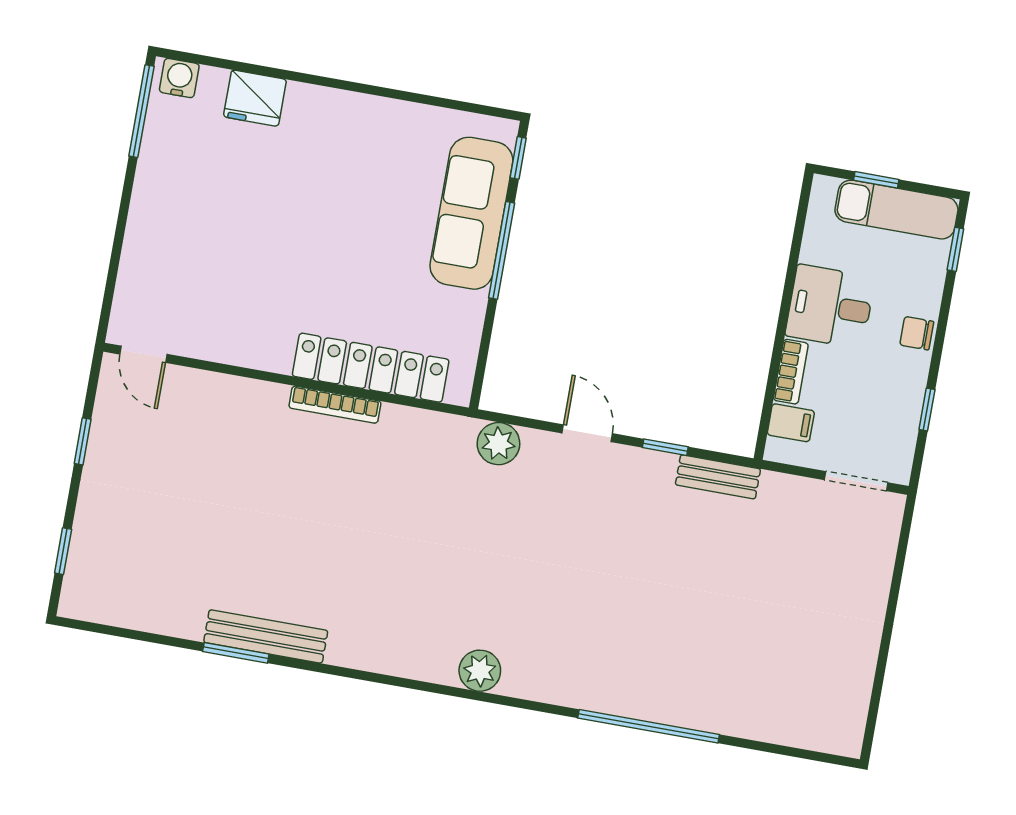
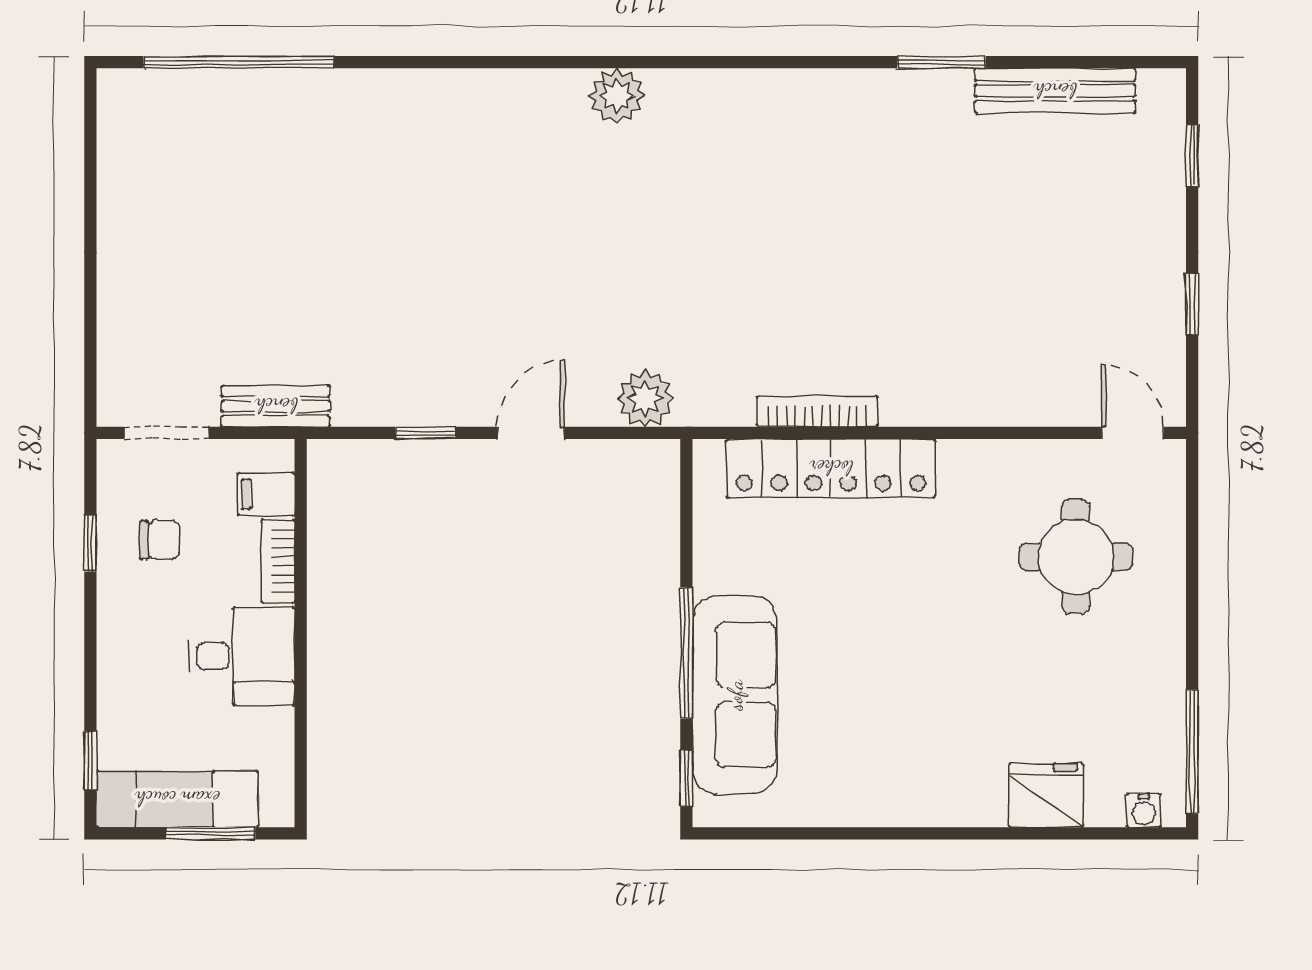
water cooler: (179, 78) -> (1144, 811), width x0.72, depth x0.72
window: (876, 180) -> (211, 833), width x1.50
round table: (202, 270) -> (1076, 557), added
chair: (917, 333) -> (160, 540), moved
bookcase: (335, 405) -> (817, 411), moved
door: (587, 433) -> (531, 433), swing flipped
bench: (718, 477) -> (276, 406), moved
bench: (266, 636) -> (1055, 91), moved
window: (649, 726) -> (239, 62), moved

